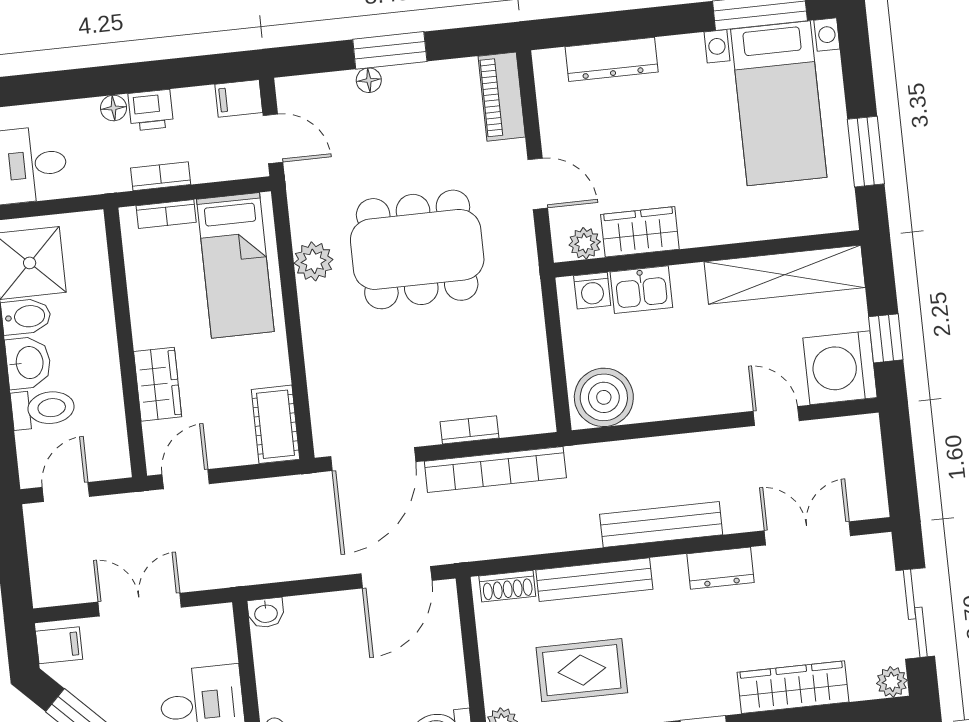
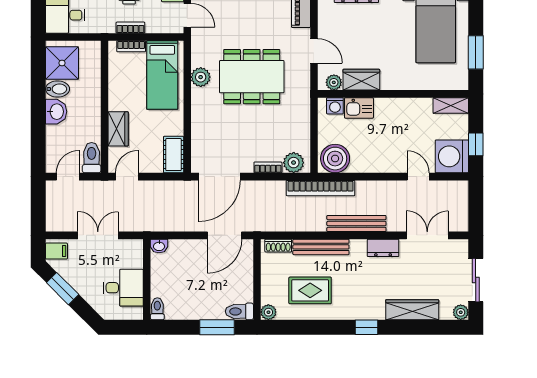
shelving: (785, 275) -> (451, 105), width x0.45, depth x0.75
toilet: (43, 409) -> (92, 158), moved, turned -90
plant: (521, 415) -> (294, 163), added
bookcase: (495, 469) -> (321, 188), moved

